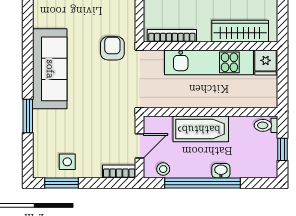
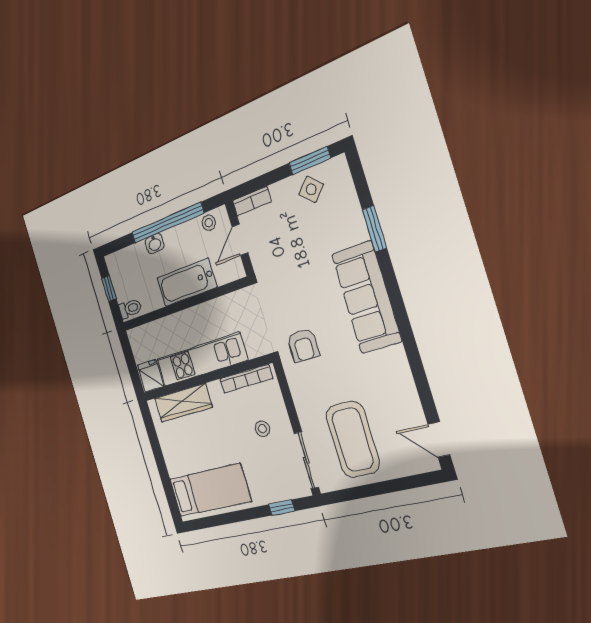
side table: (67, 162) -> (311, 189), turned 45

